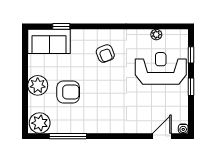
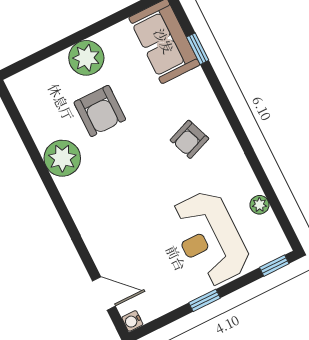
window: (191, 55) -> (274, 266), moved
reception desk: (161, 68) -> (210, 238), turned 180
plant: (40, 123) -> (62, 158), moved
window: (68, 136) -> (30, 145), removed

